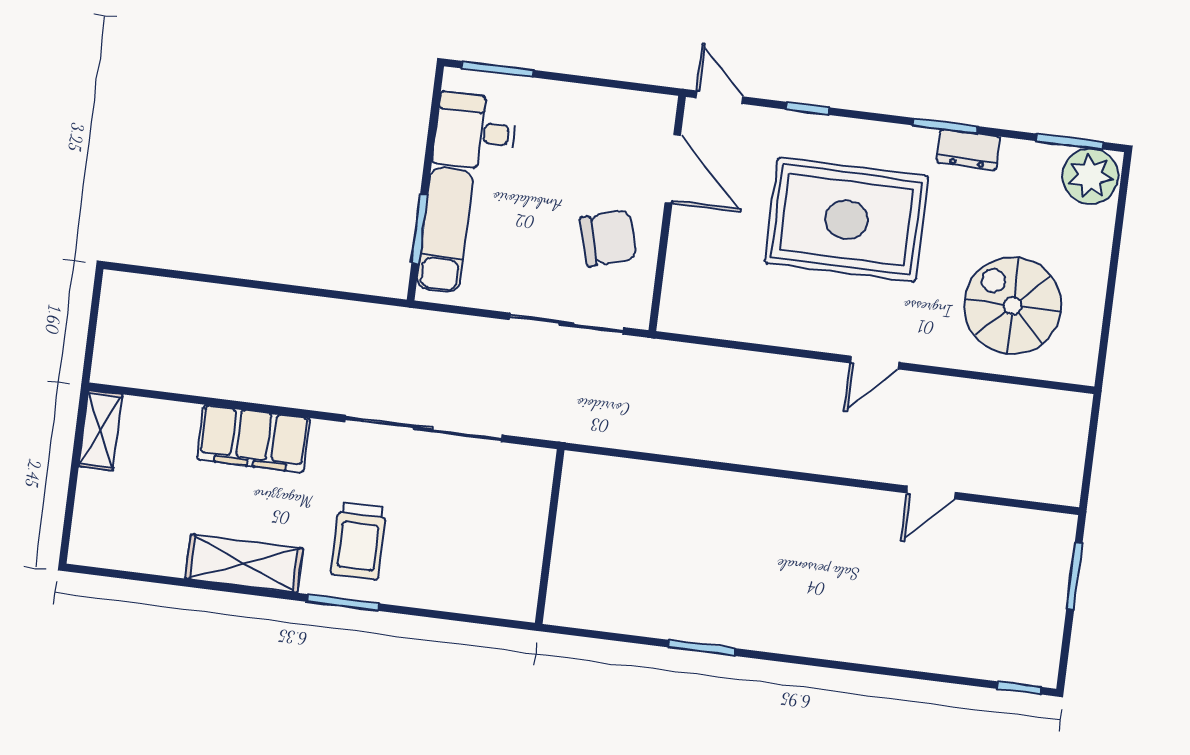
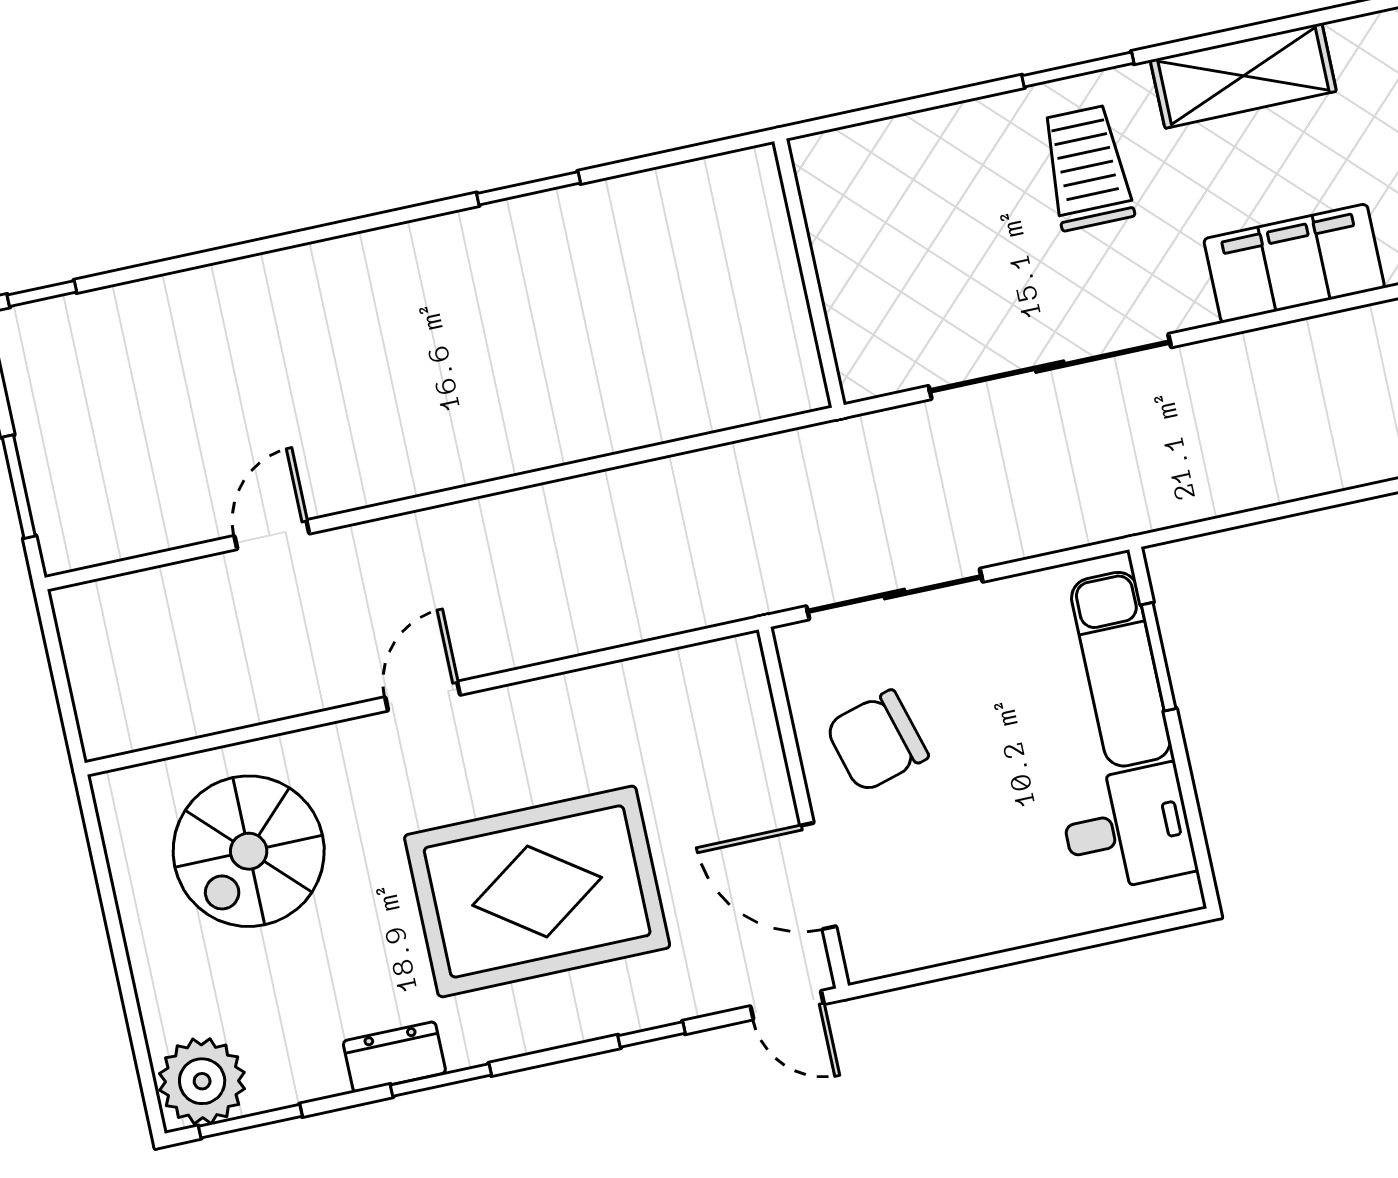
window: (497, 69) -> (1127, 932), removed
spiral stairs: (1013, 306) -> (249, 851), turned 90

